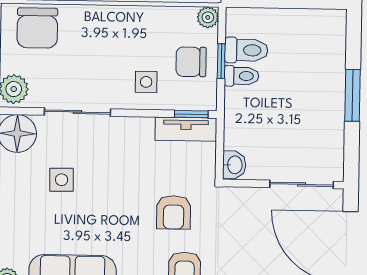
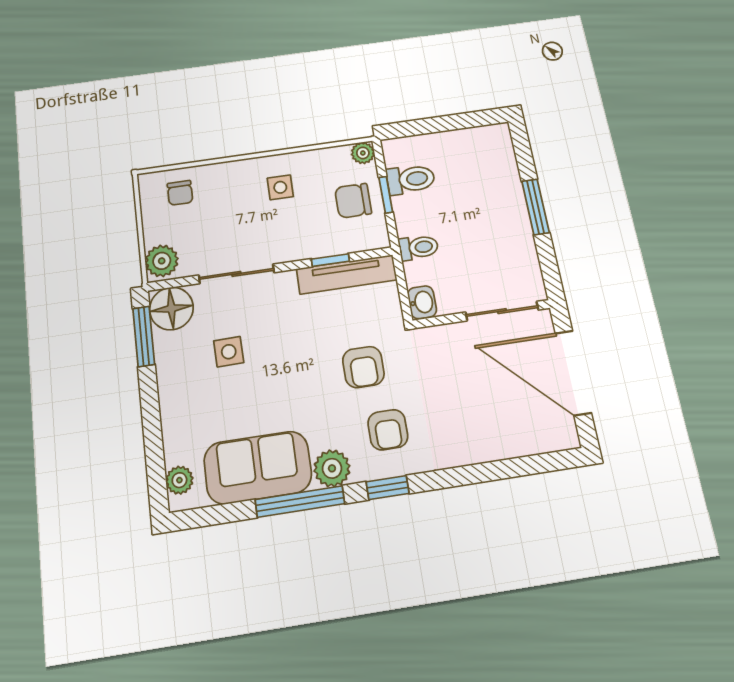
chair: (37, 28) -> (180, 193), width x0.54, depth x0.54
toilet: (241, 76) -> (418, 247), moved
side table: (146, 82) -> (280, 187), moved
window: (191, 114) -> (330, 260), moved
tv unit: (186, 129) -> (347, 274), width x1.41

